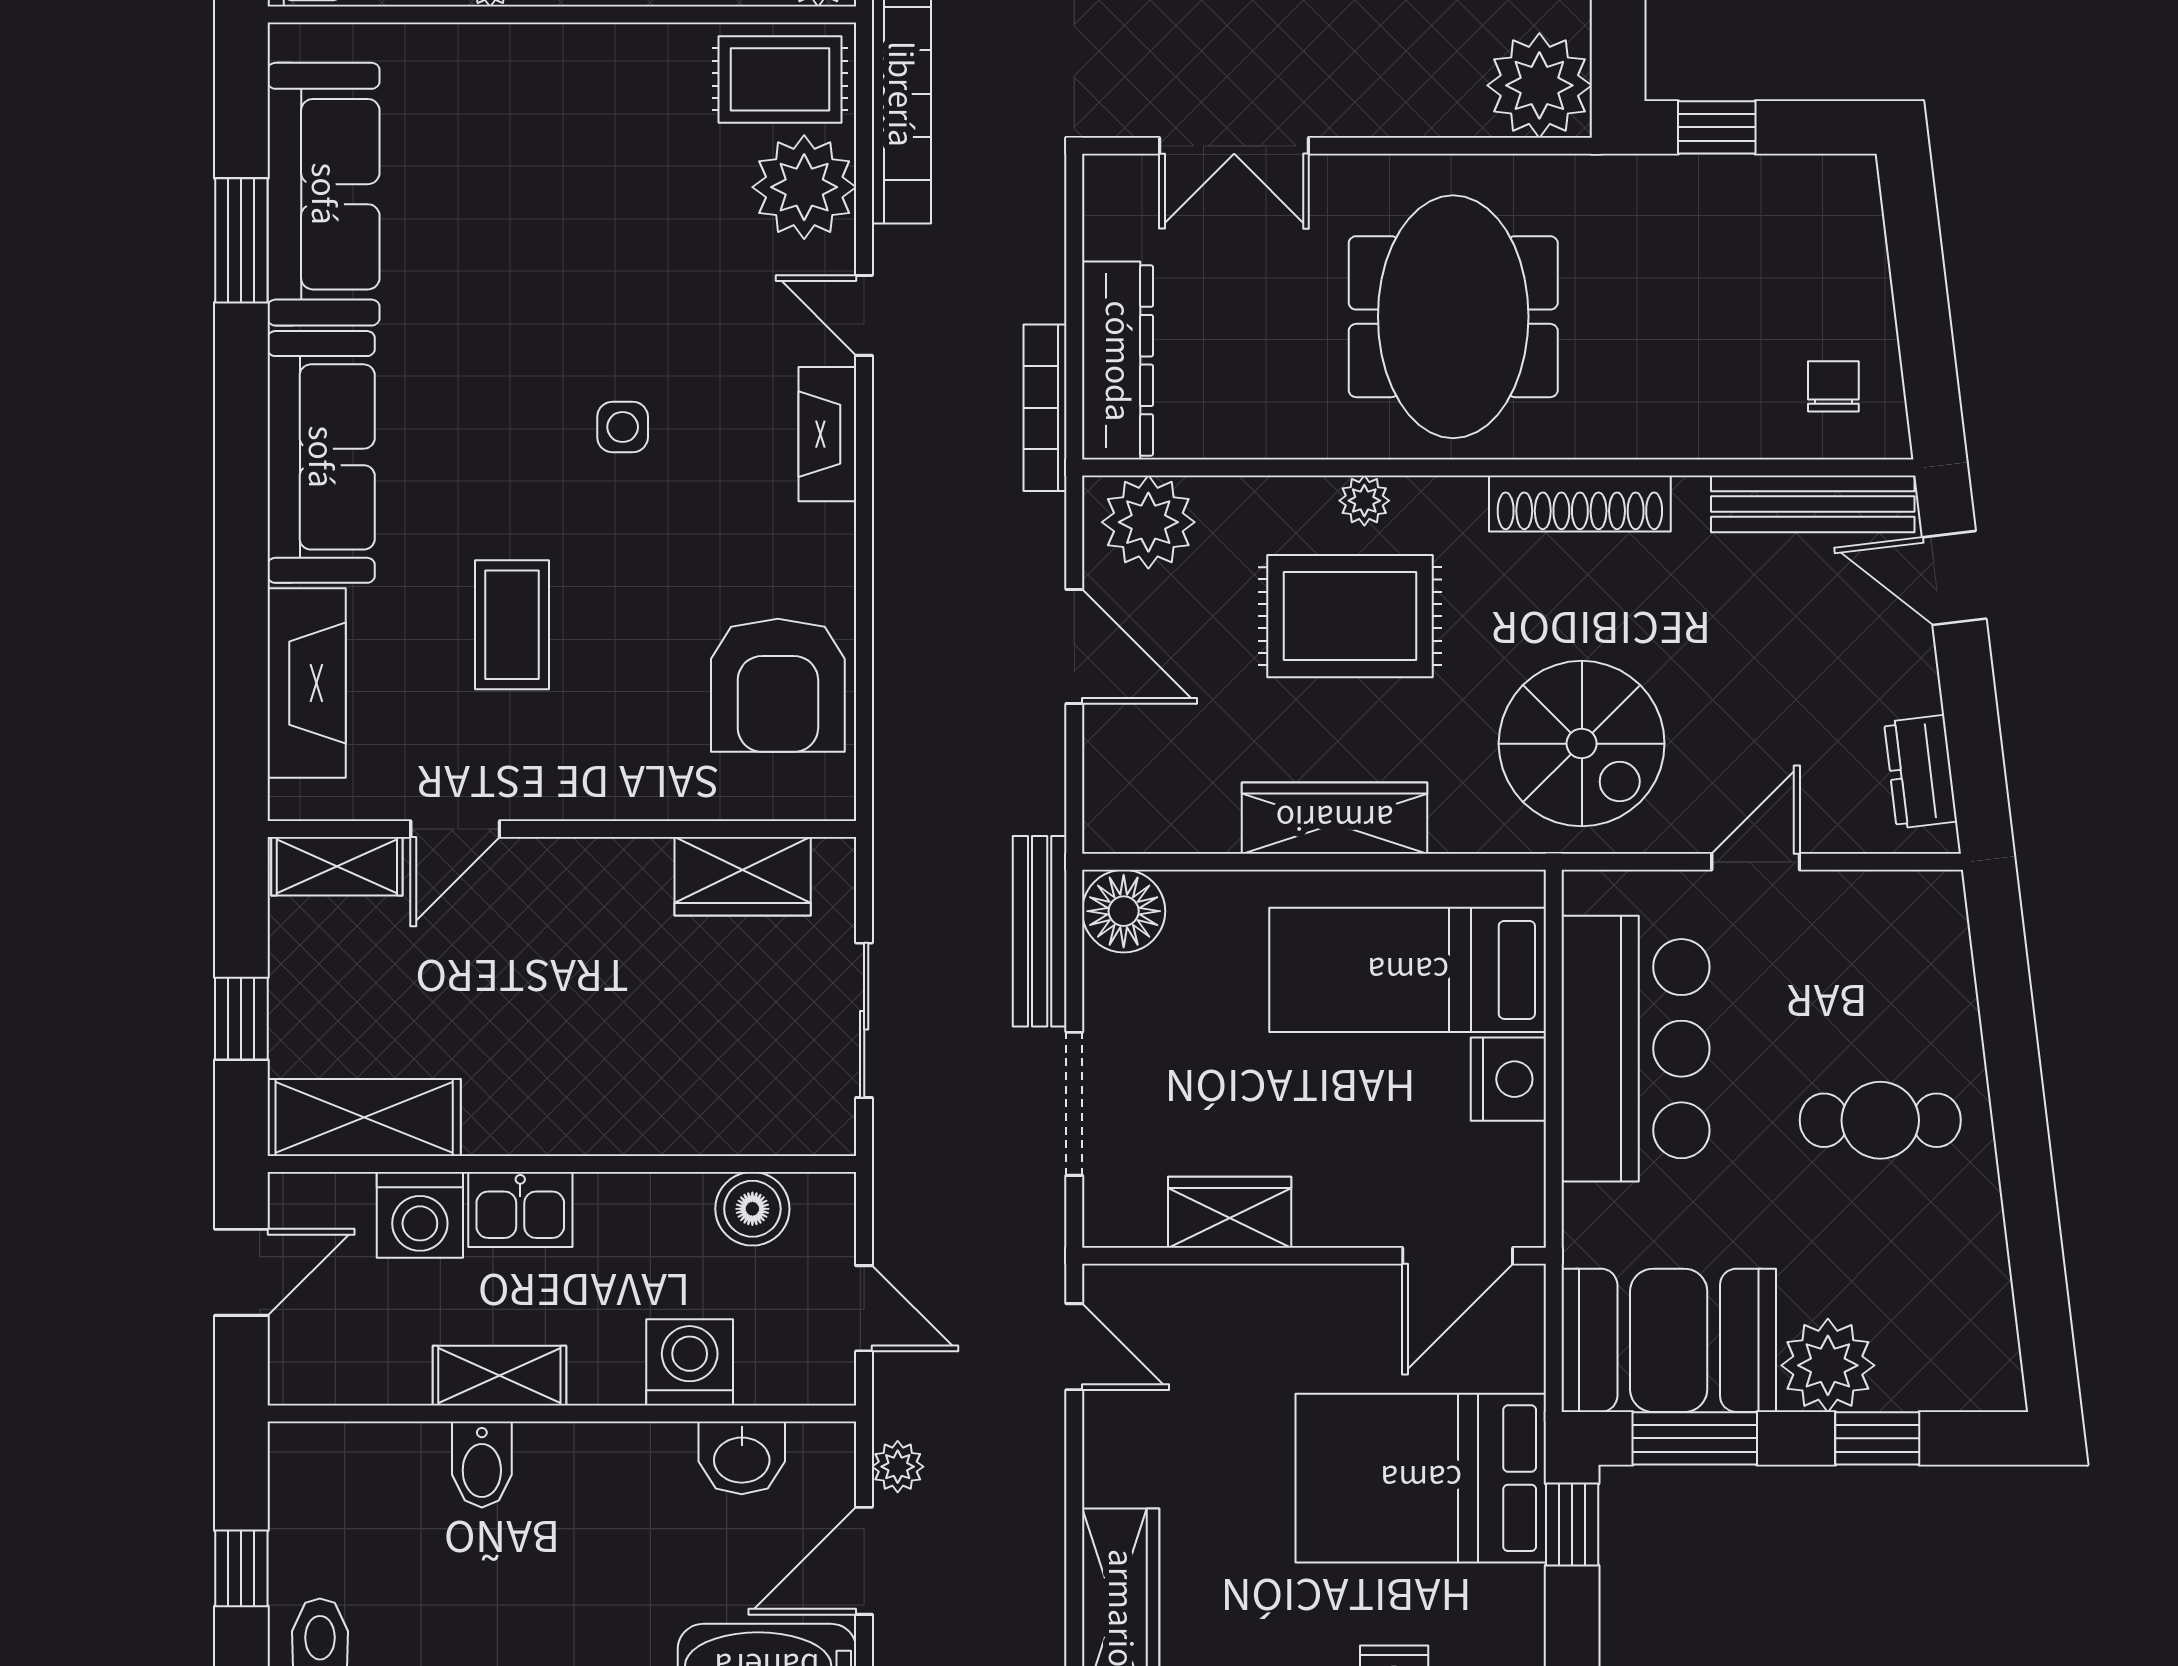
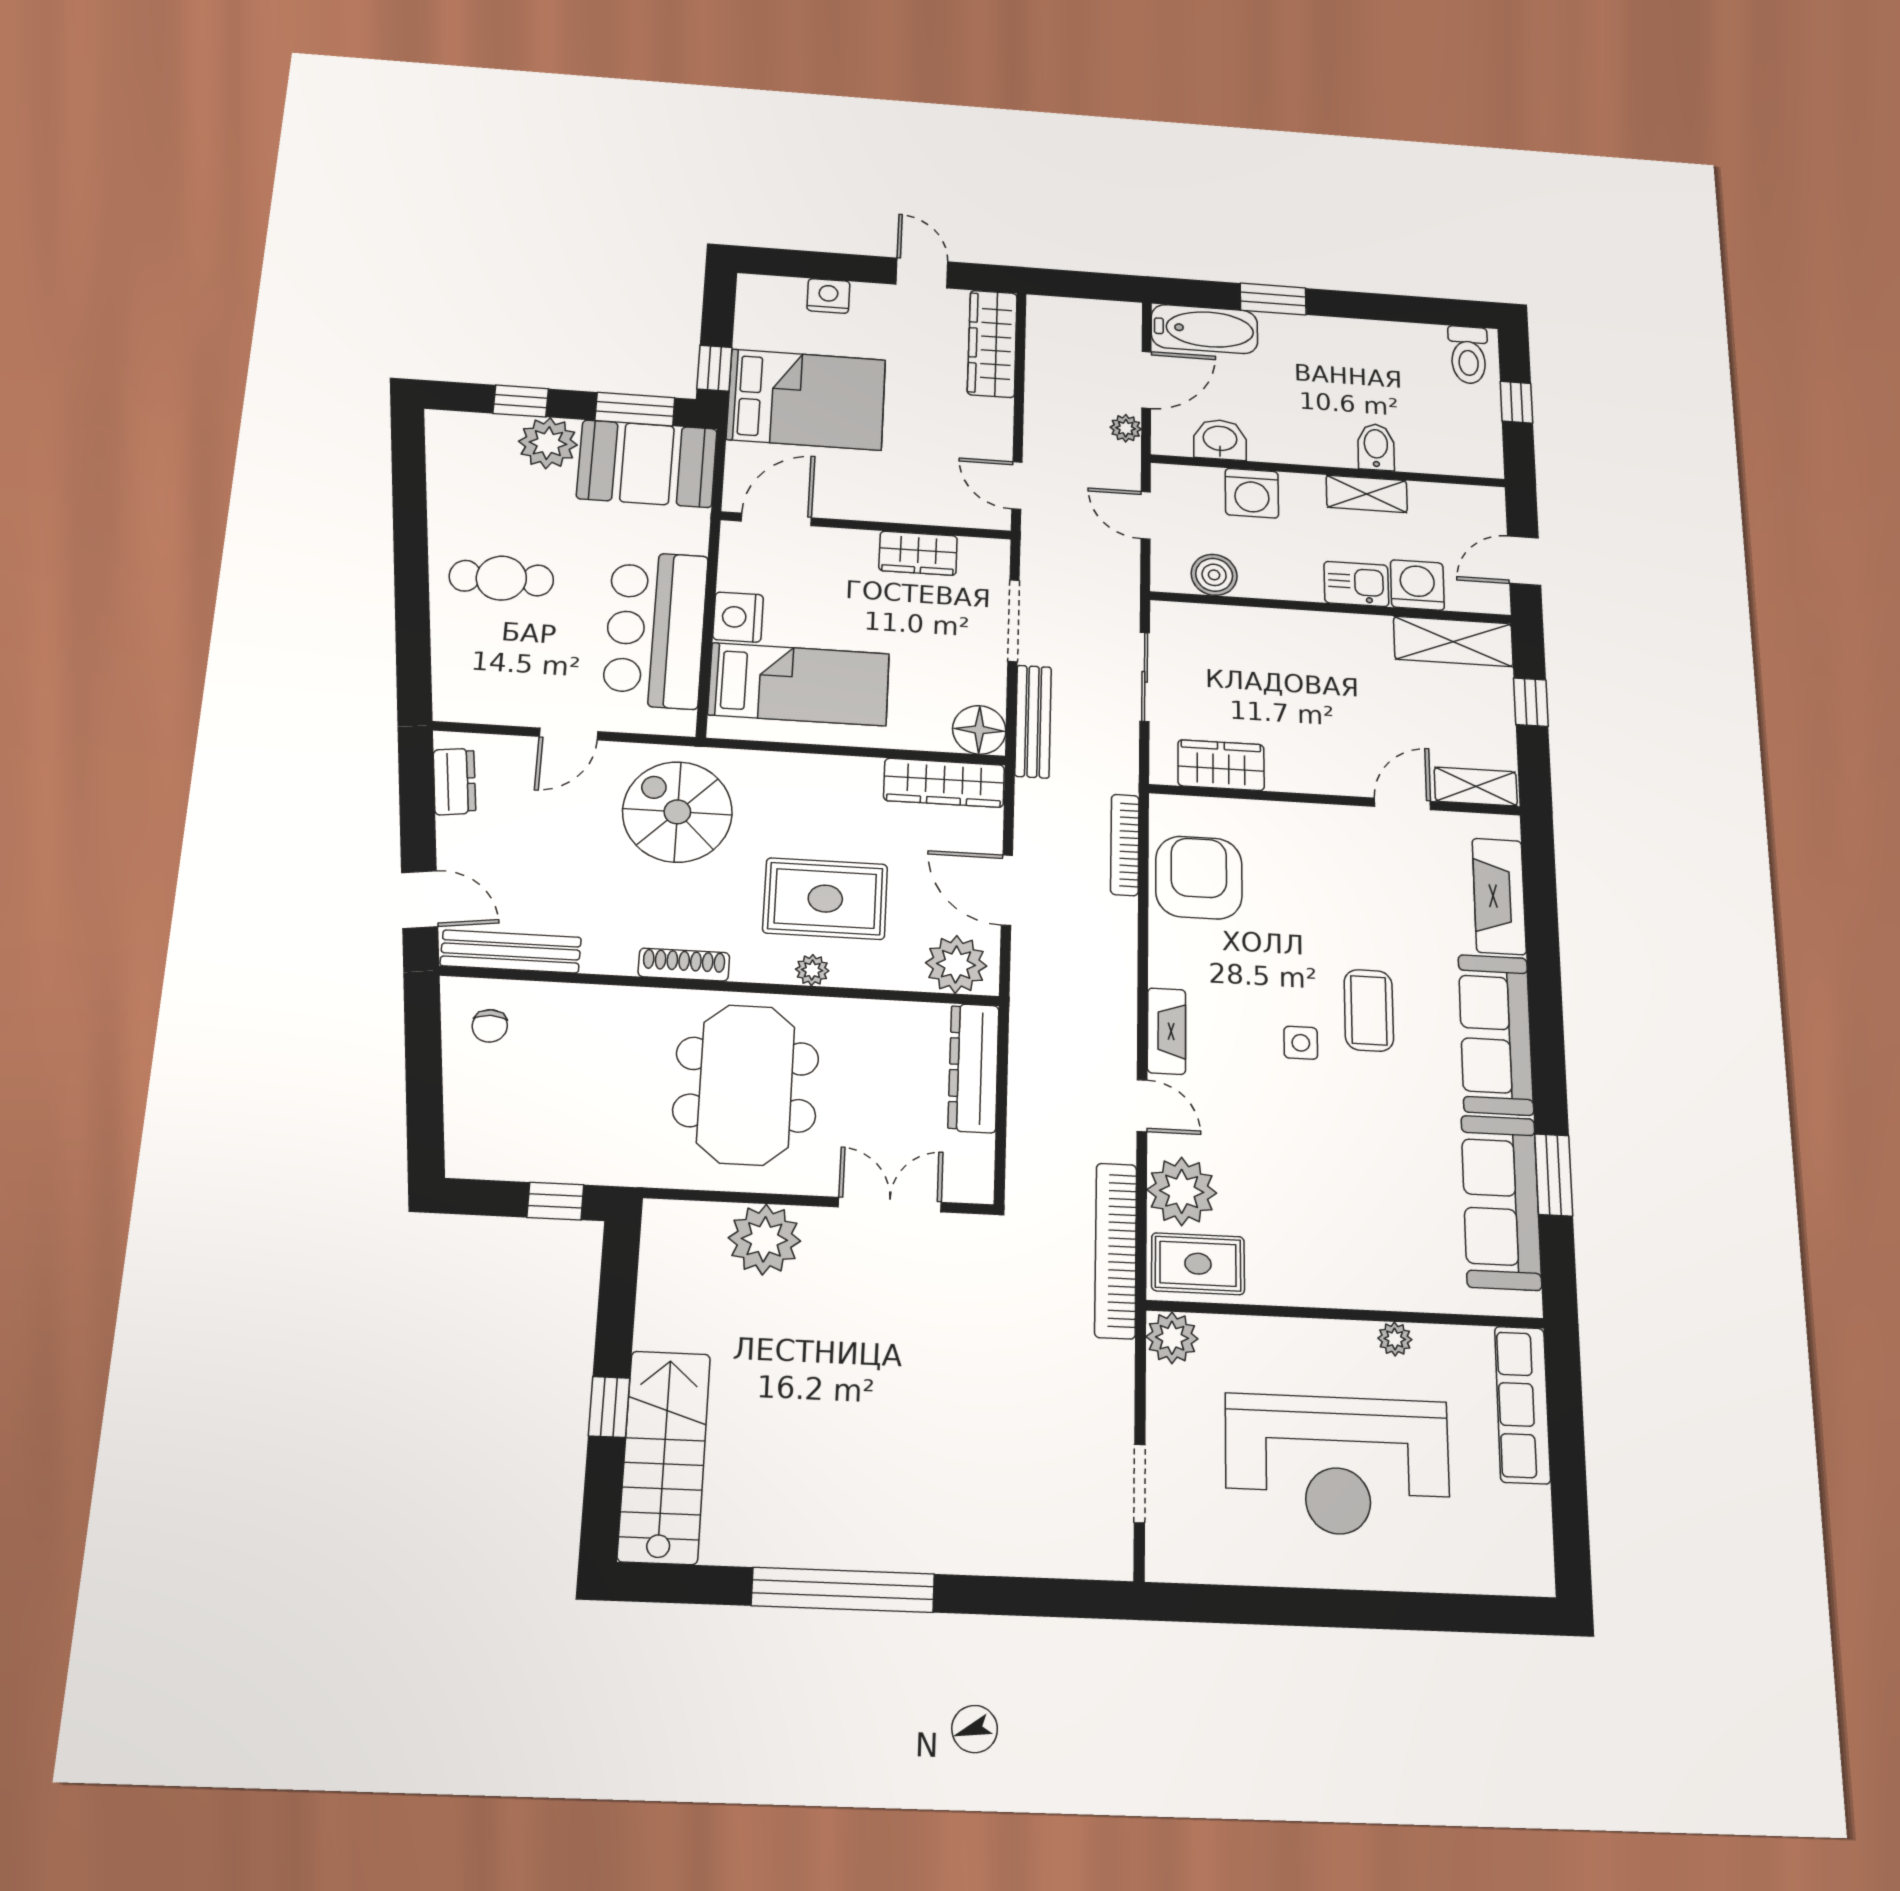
plant: (1539, 85) -> (764, 1239), moved
bookcase: (1045, 408) -> (1125, 845), moved, turned 180
shoe rack: (1580, 504) -> (684, 965), width x0.74, depth x0.81
coffee table: (512, 625) -> (1369, 1010), moved
wardrobe: (1335, 818) -> (944, 783), moved

